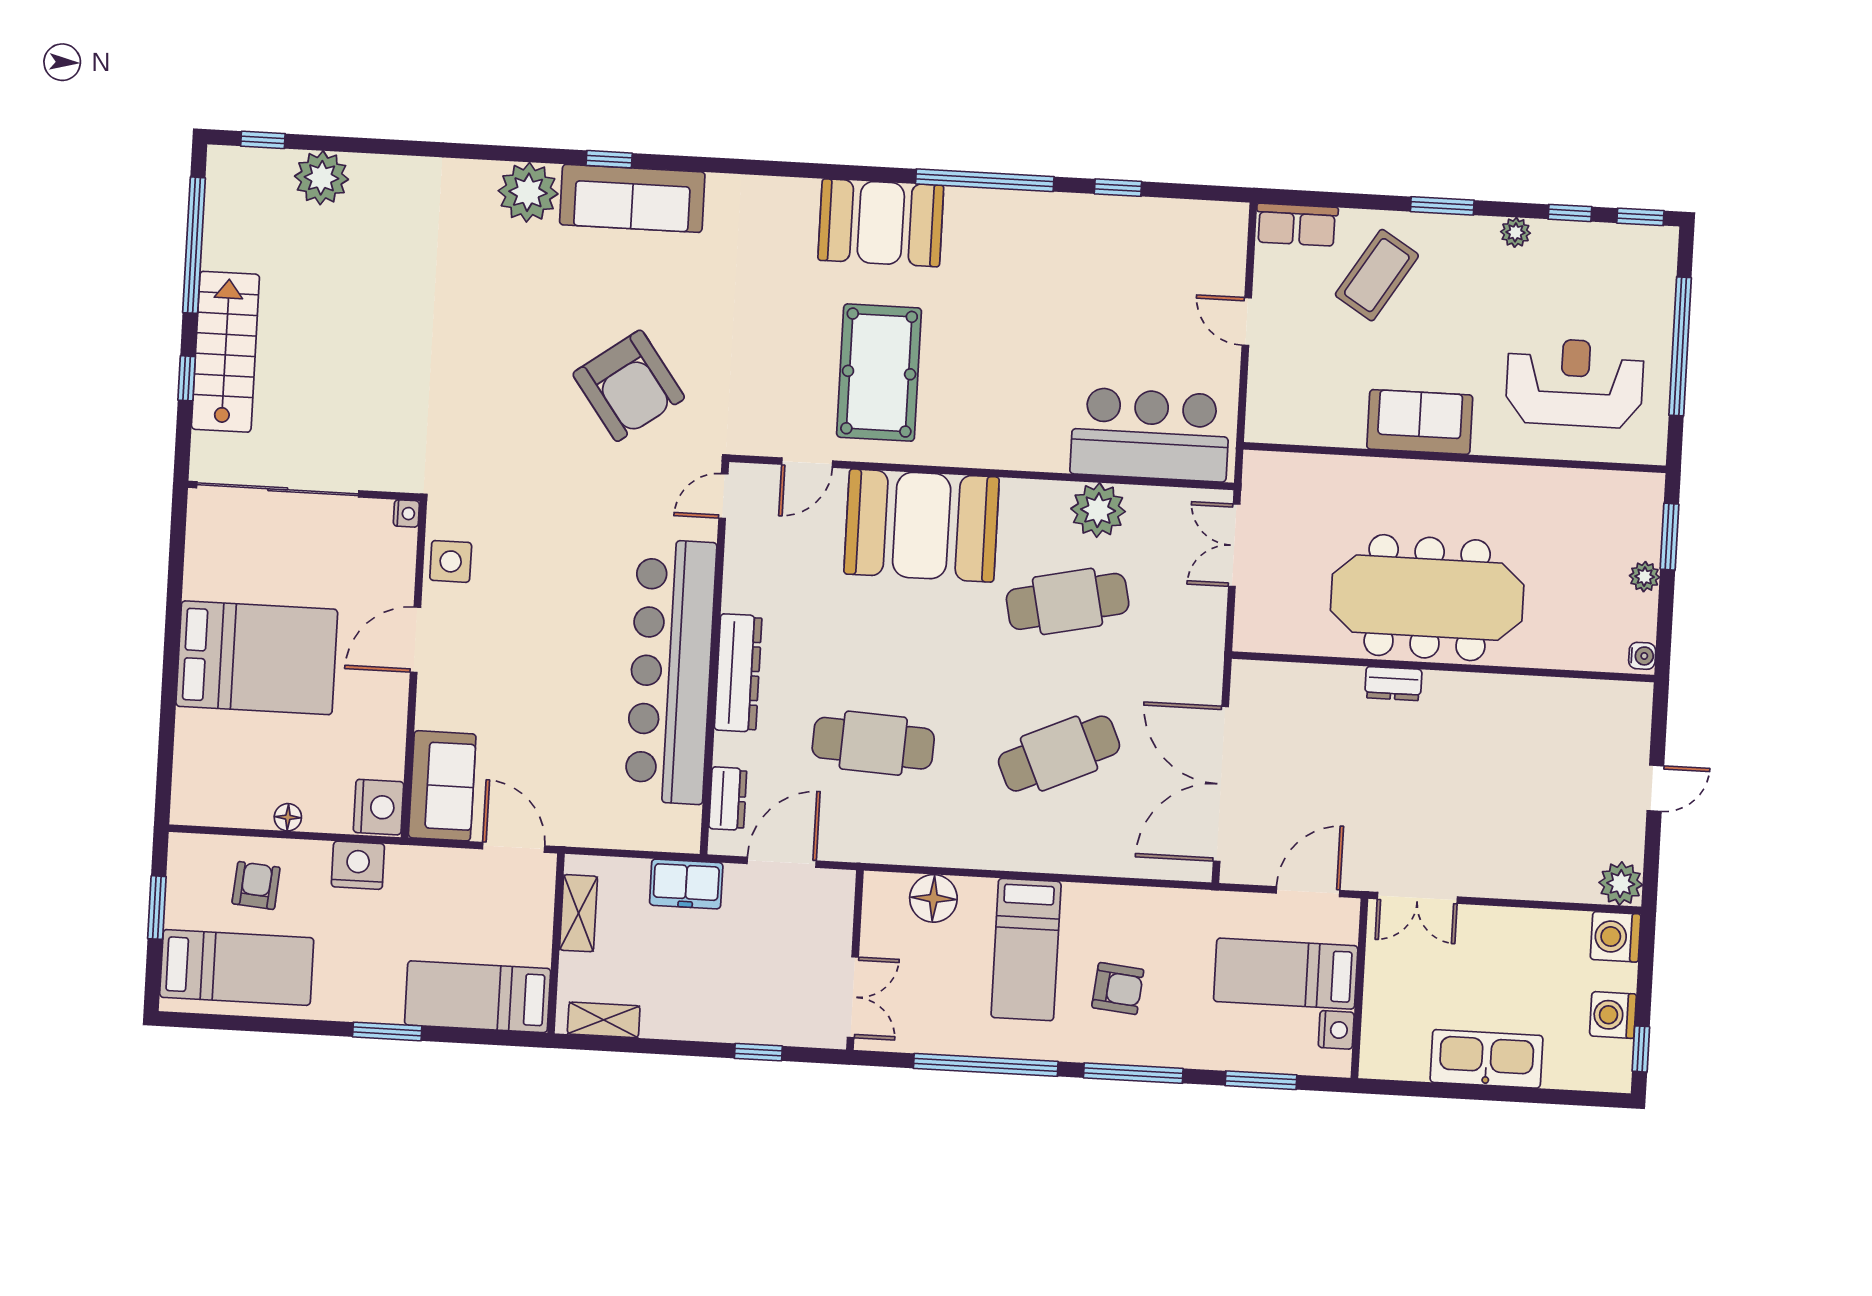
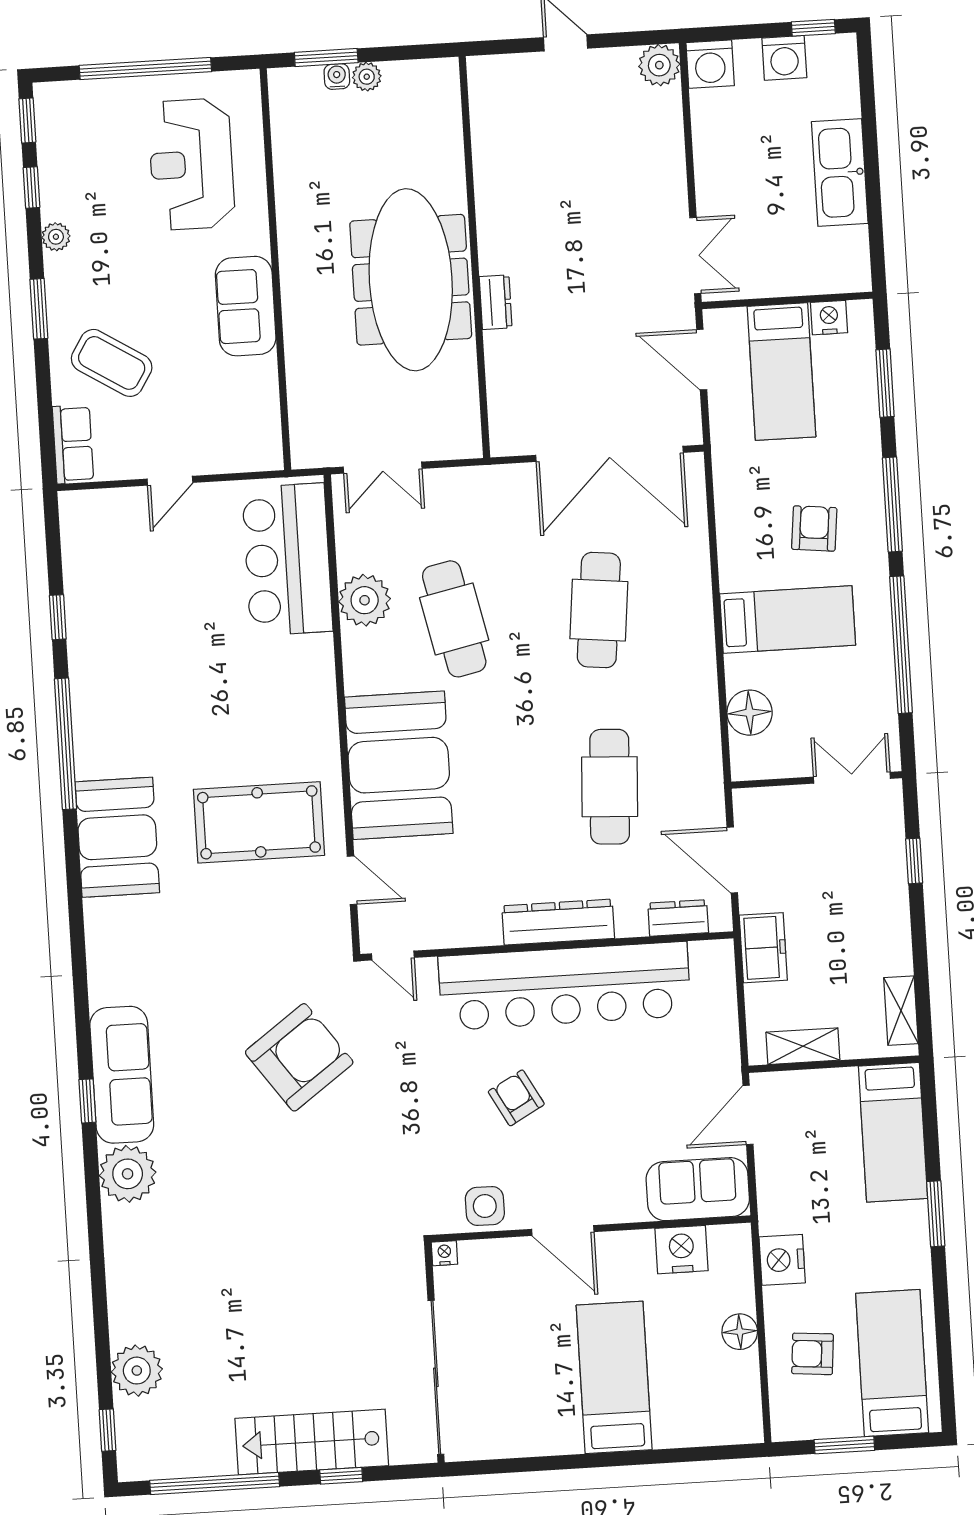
armchair: (560, 607) -> (516, 1098), added
water cooler: (1642, 656) -> (337, 77), moved
bed: (257, 658) -> (614, 1377), width x0.67
cafe table: (1059, 754) -> (599, 610), turned 30
nightstand: (378, 807) -> (682, 1250), moved
floor lamp: (288, 817) -> (740, 1332), width x1.37, depth x1.37

